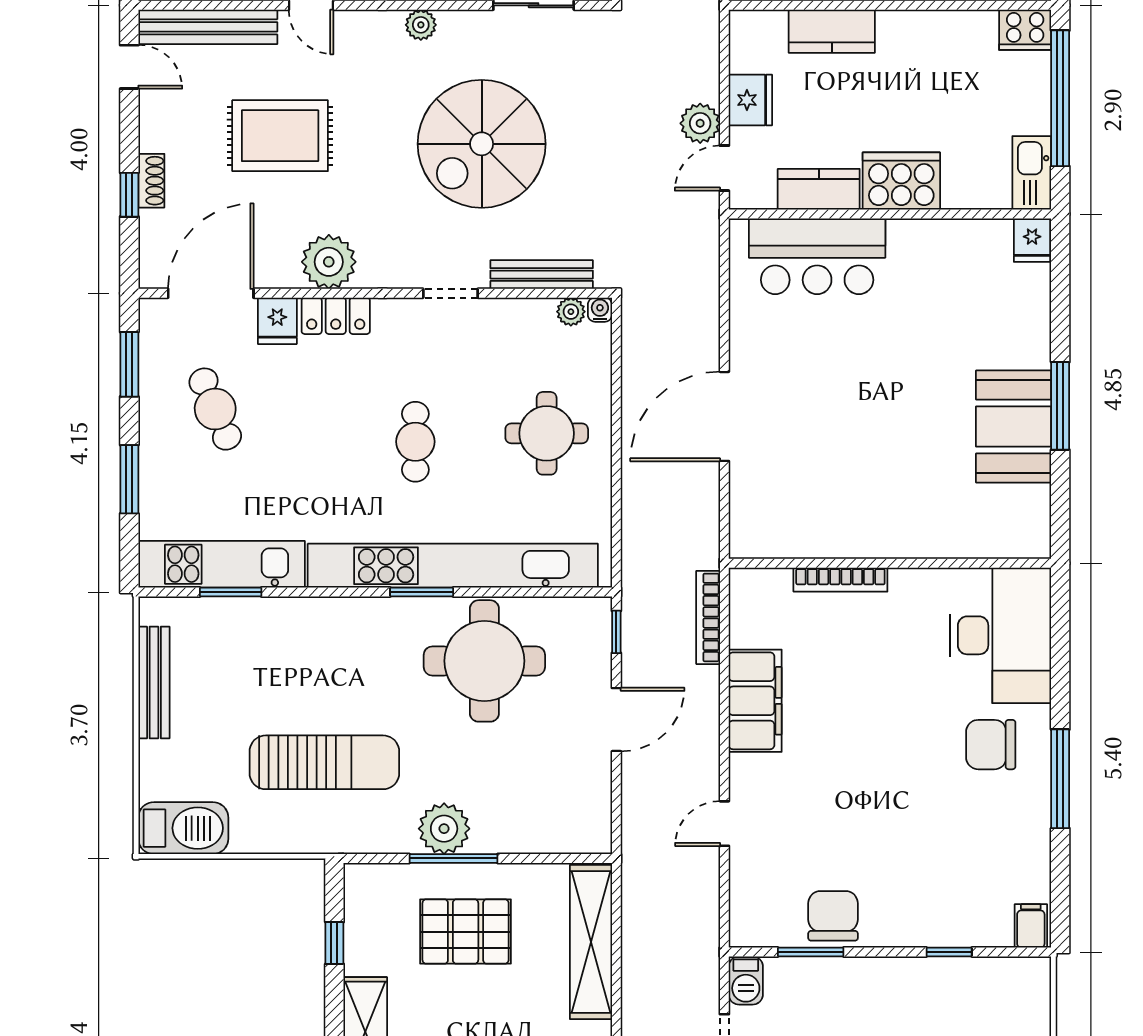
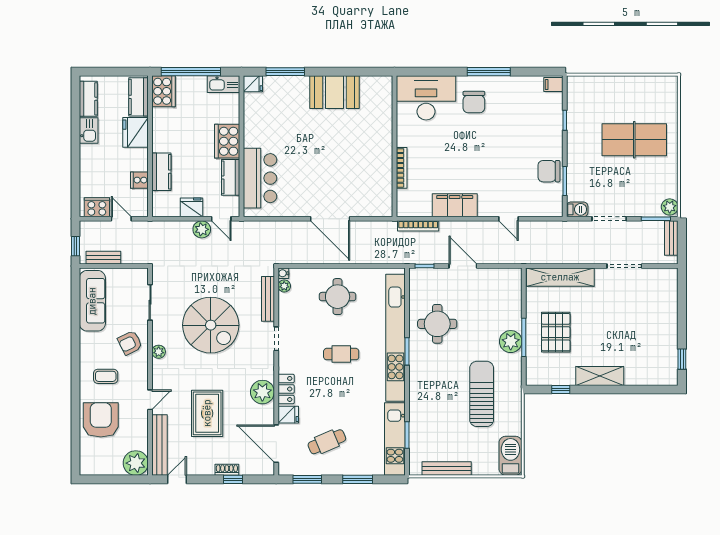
cooker: (1025, 30) -> (164, 91), width x1.37, depth x1.31
window: (1060, 406) -> (285, 72), moved
round table: (484, 661) -> (437, 324), width x0.73, depth x0.73

